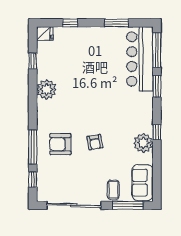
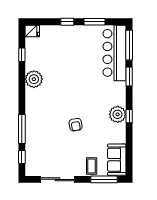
window: (70, 23) -> (67, 22), moved
plant: (143, 143) -> (118, 114), moved
armchair: (60, 144) -> (46, 126), removed
sliding door: (74, 205) -> (58, 179), width x0.73

